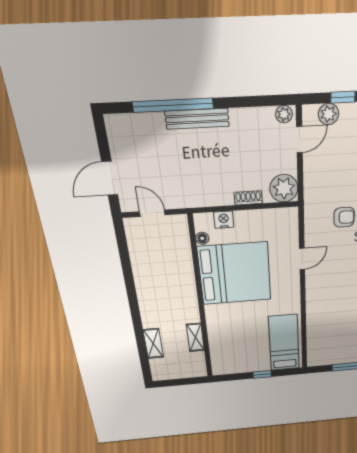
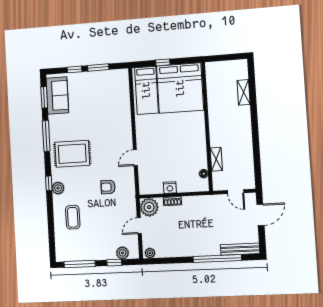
bench: (197, 119) -> (240, 249), moved
door: (299, 140) -> (139, 226), moved
nightstand: (224, 220) -> (170, 188), moved
bed: (235, 273) -> (180, 88), moved, turned -90
shelving: (195, 337) -> (216, 159), moved

